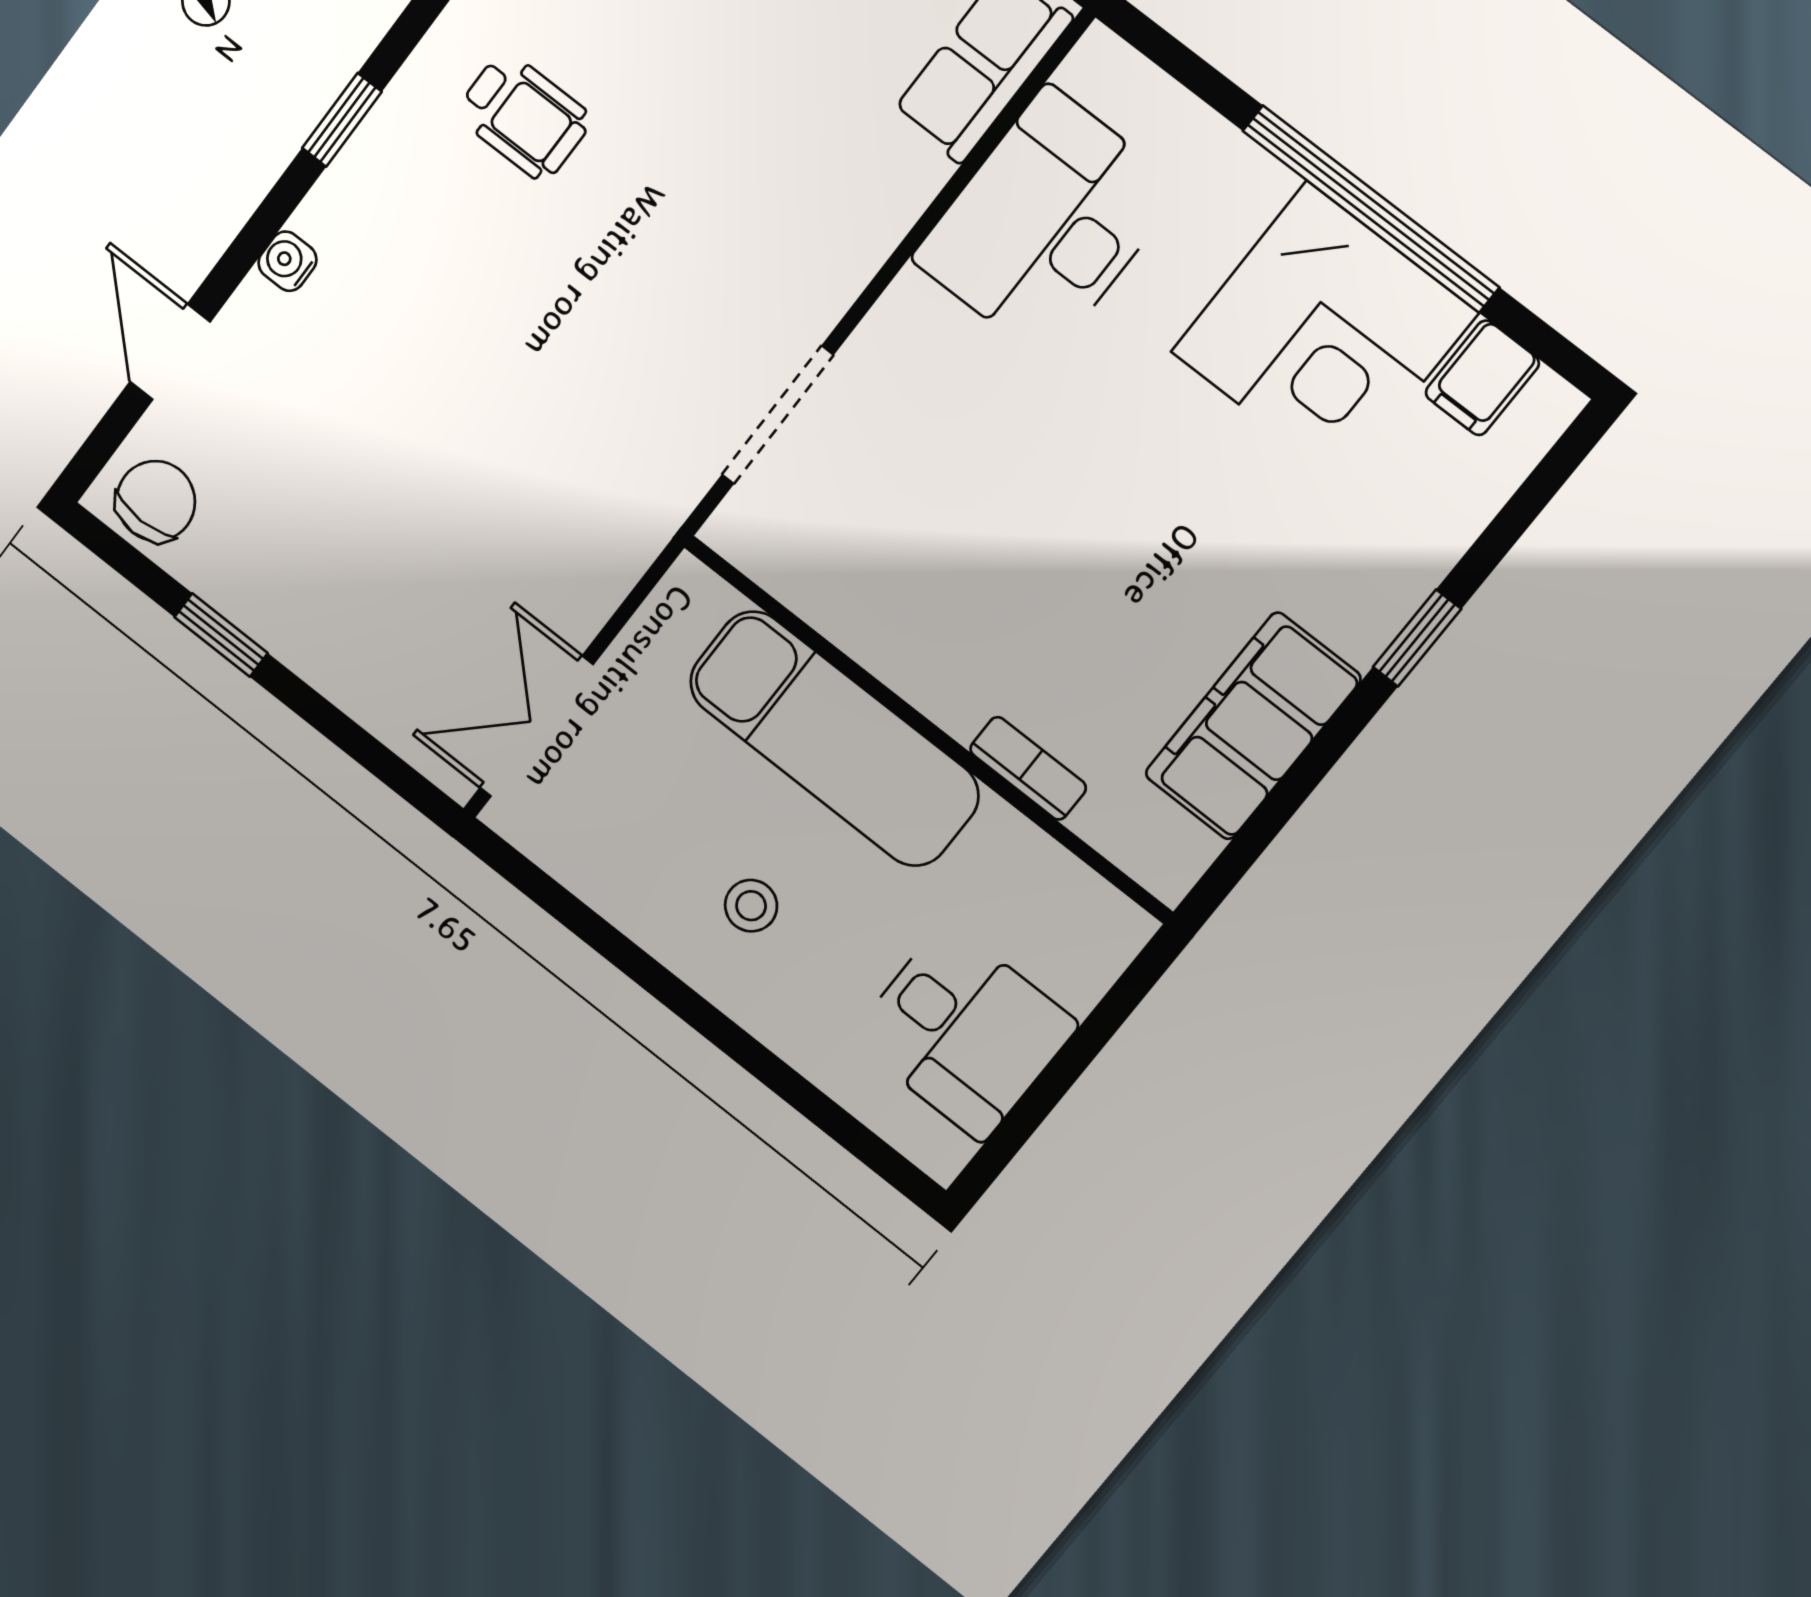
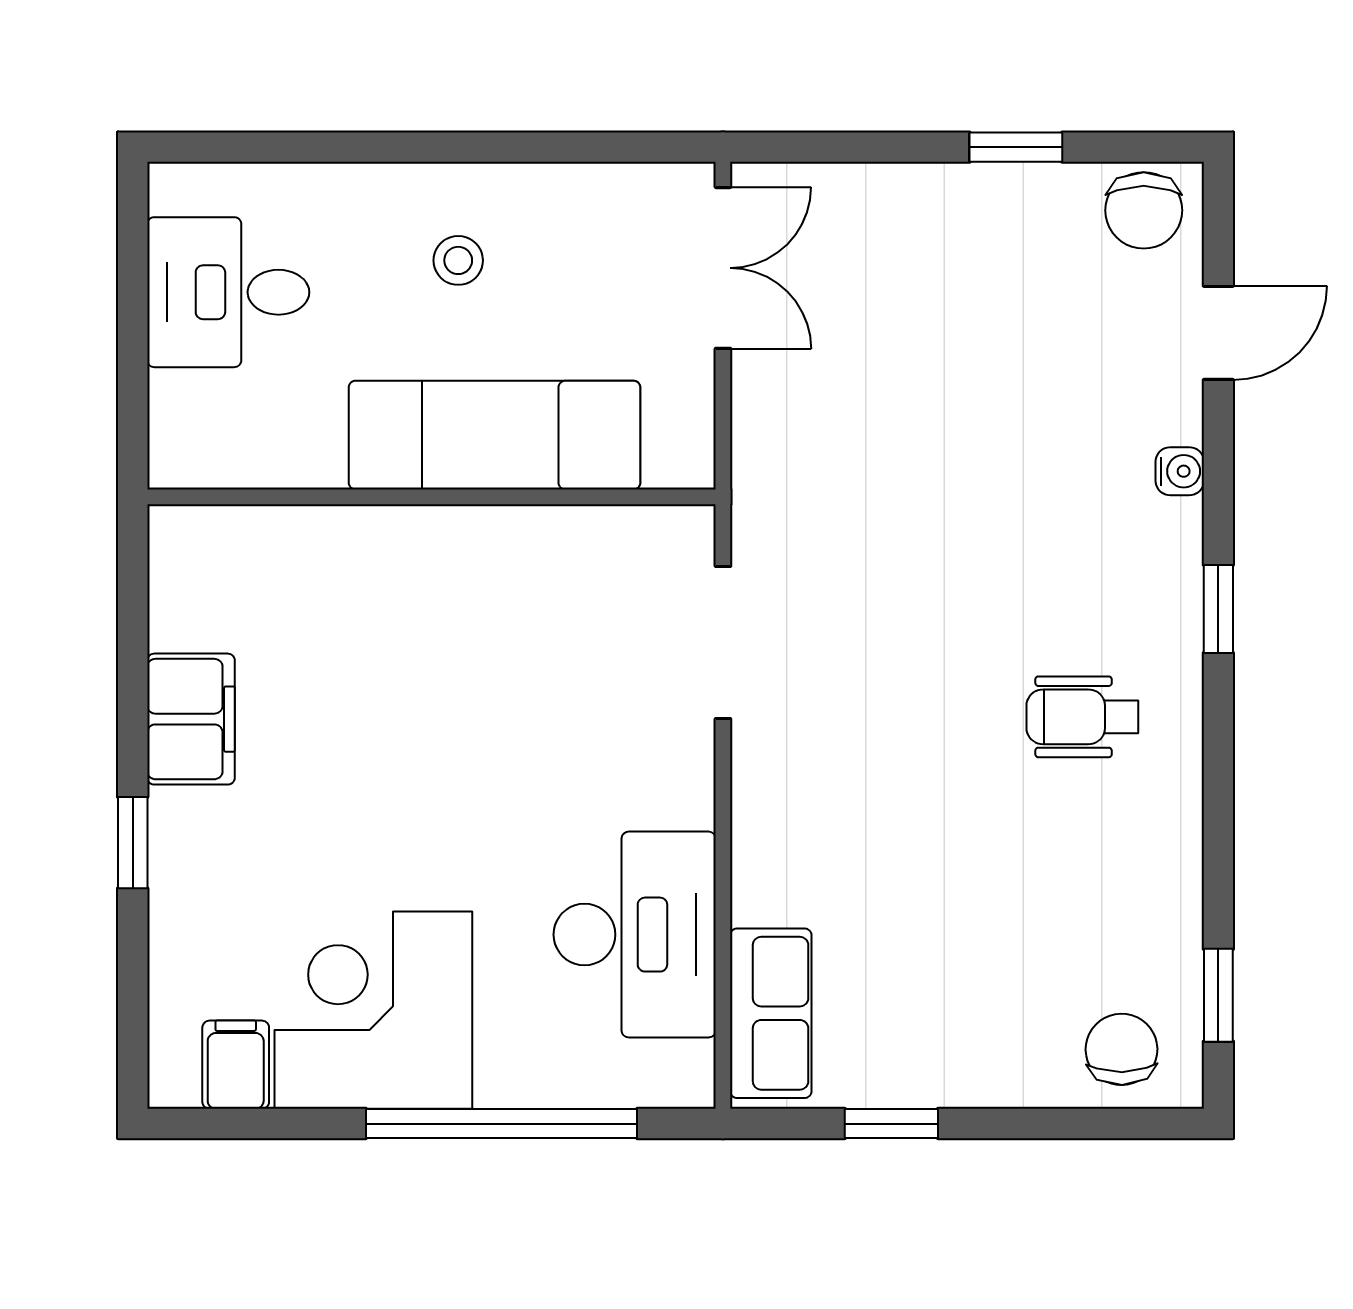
window: (1371, 209) -> (501, 1124), moved
door: (170, 352) -> (1218, 333), hinge flipped
filing cabinet: (1253, 726) -> (191, 719), width x0.67, depth x0.86
bookcase: (1028, 768) -> (336, 526), removed

